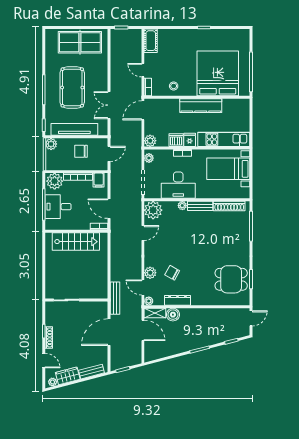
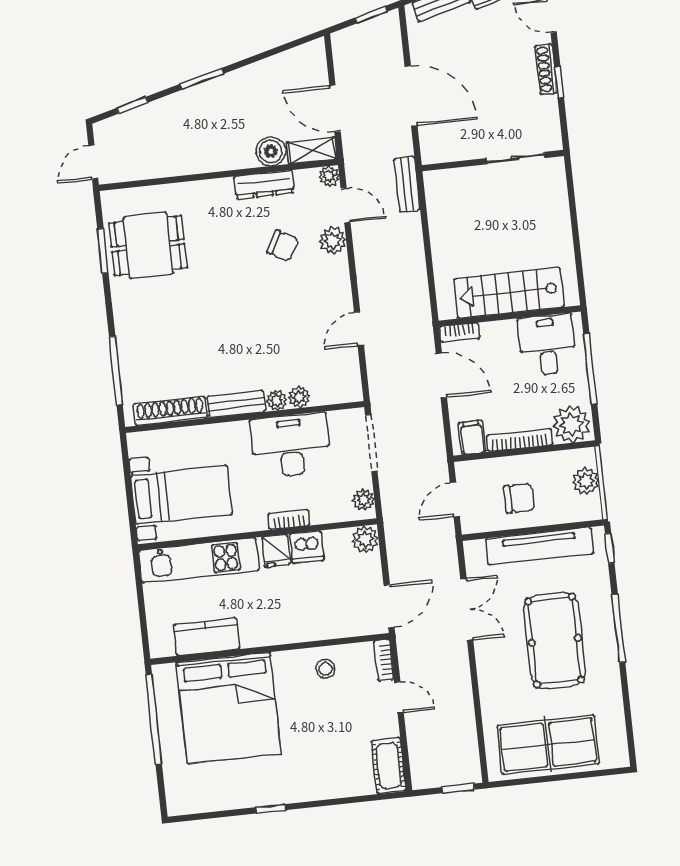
kitchen counter: (201, 106) -> (206, 637), moved, width x0.67
plant: (51, 144) -> (586, 481), moved
desk: (58, 207) -> (547, 345), moved, turned -90
plant: (153, 210) -> (299, 397), moved, width x0.53, depth x0.53
bench: (115, 298) -> (407, 184), width x0.73
door: (109, 332) -> (411, 96), hinge flipped

